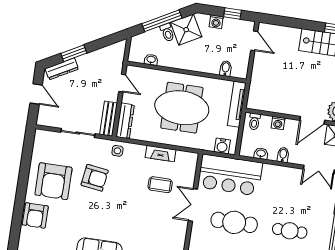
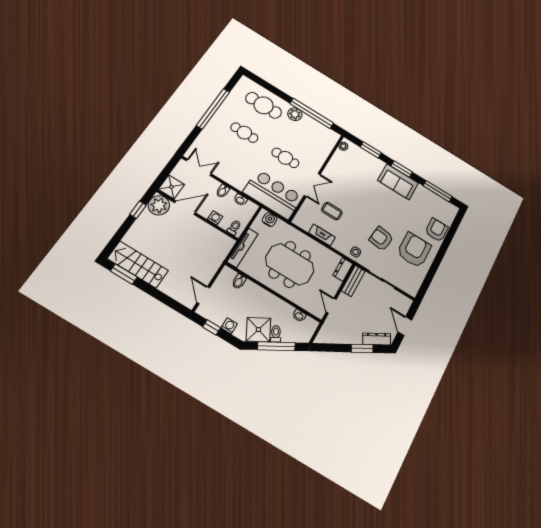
dresser: (125, 121) -> (343, 269), width x0.70
cafe table: (234, 222) -> (285, 158), width x0.73, depth x0.74

